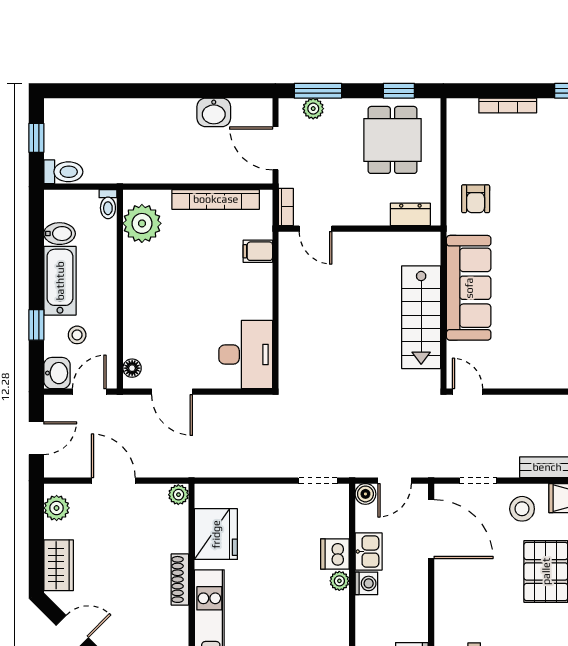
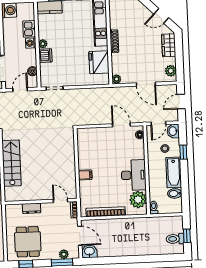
washbasin: (214, 112) -> (89, 251), moved
toilet: (63, 172) -> (175, 239), moved
dresser: (410, 214) -> (32, 208), moved
filing cabinet: (258, 251) -> (85, 175), moved
desk: (246, 355) -> (134, 175), moved, turned 180
boiler: (365, 494) -> (32, 71), moved
kitchen sink: (369, 552) -> (29, 29), moved

